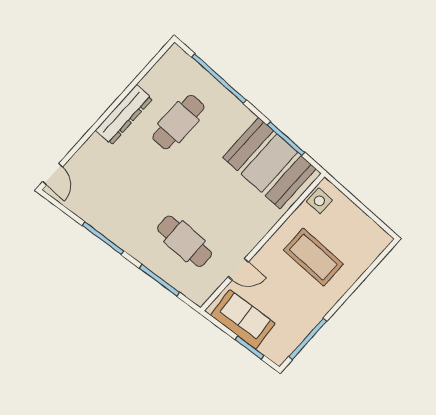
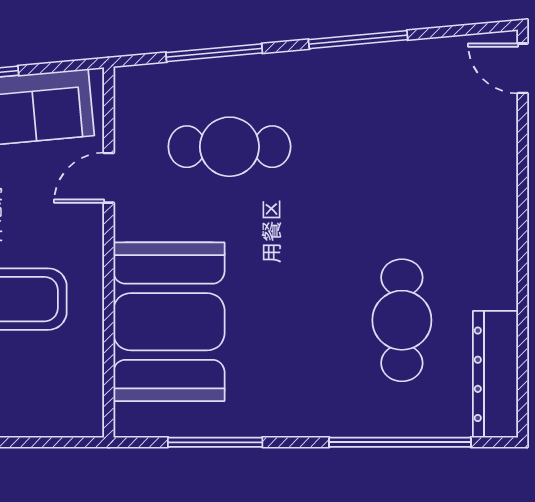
dresser: (124, 115) -> (495, 374), moved
booth: (269, 163) -> (169, 322), moved, turned 90
side table: (319, 201) -> (79, 393), removed

